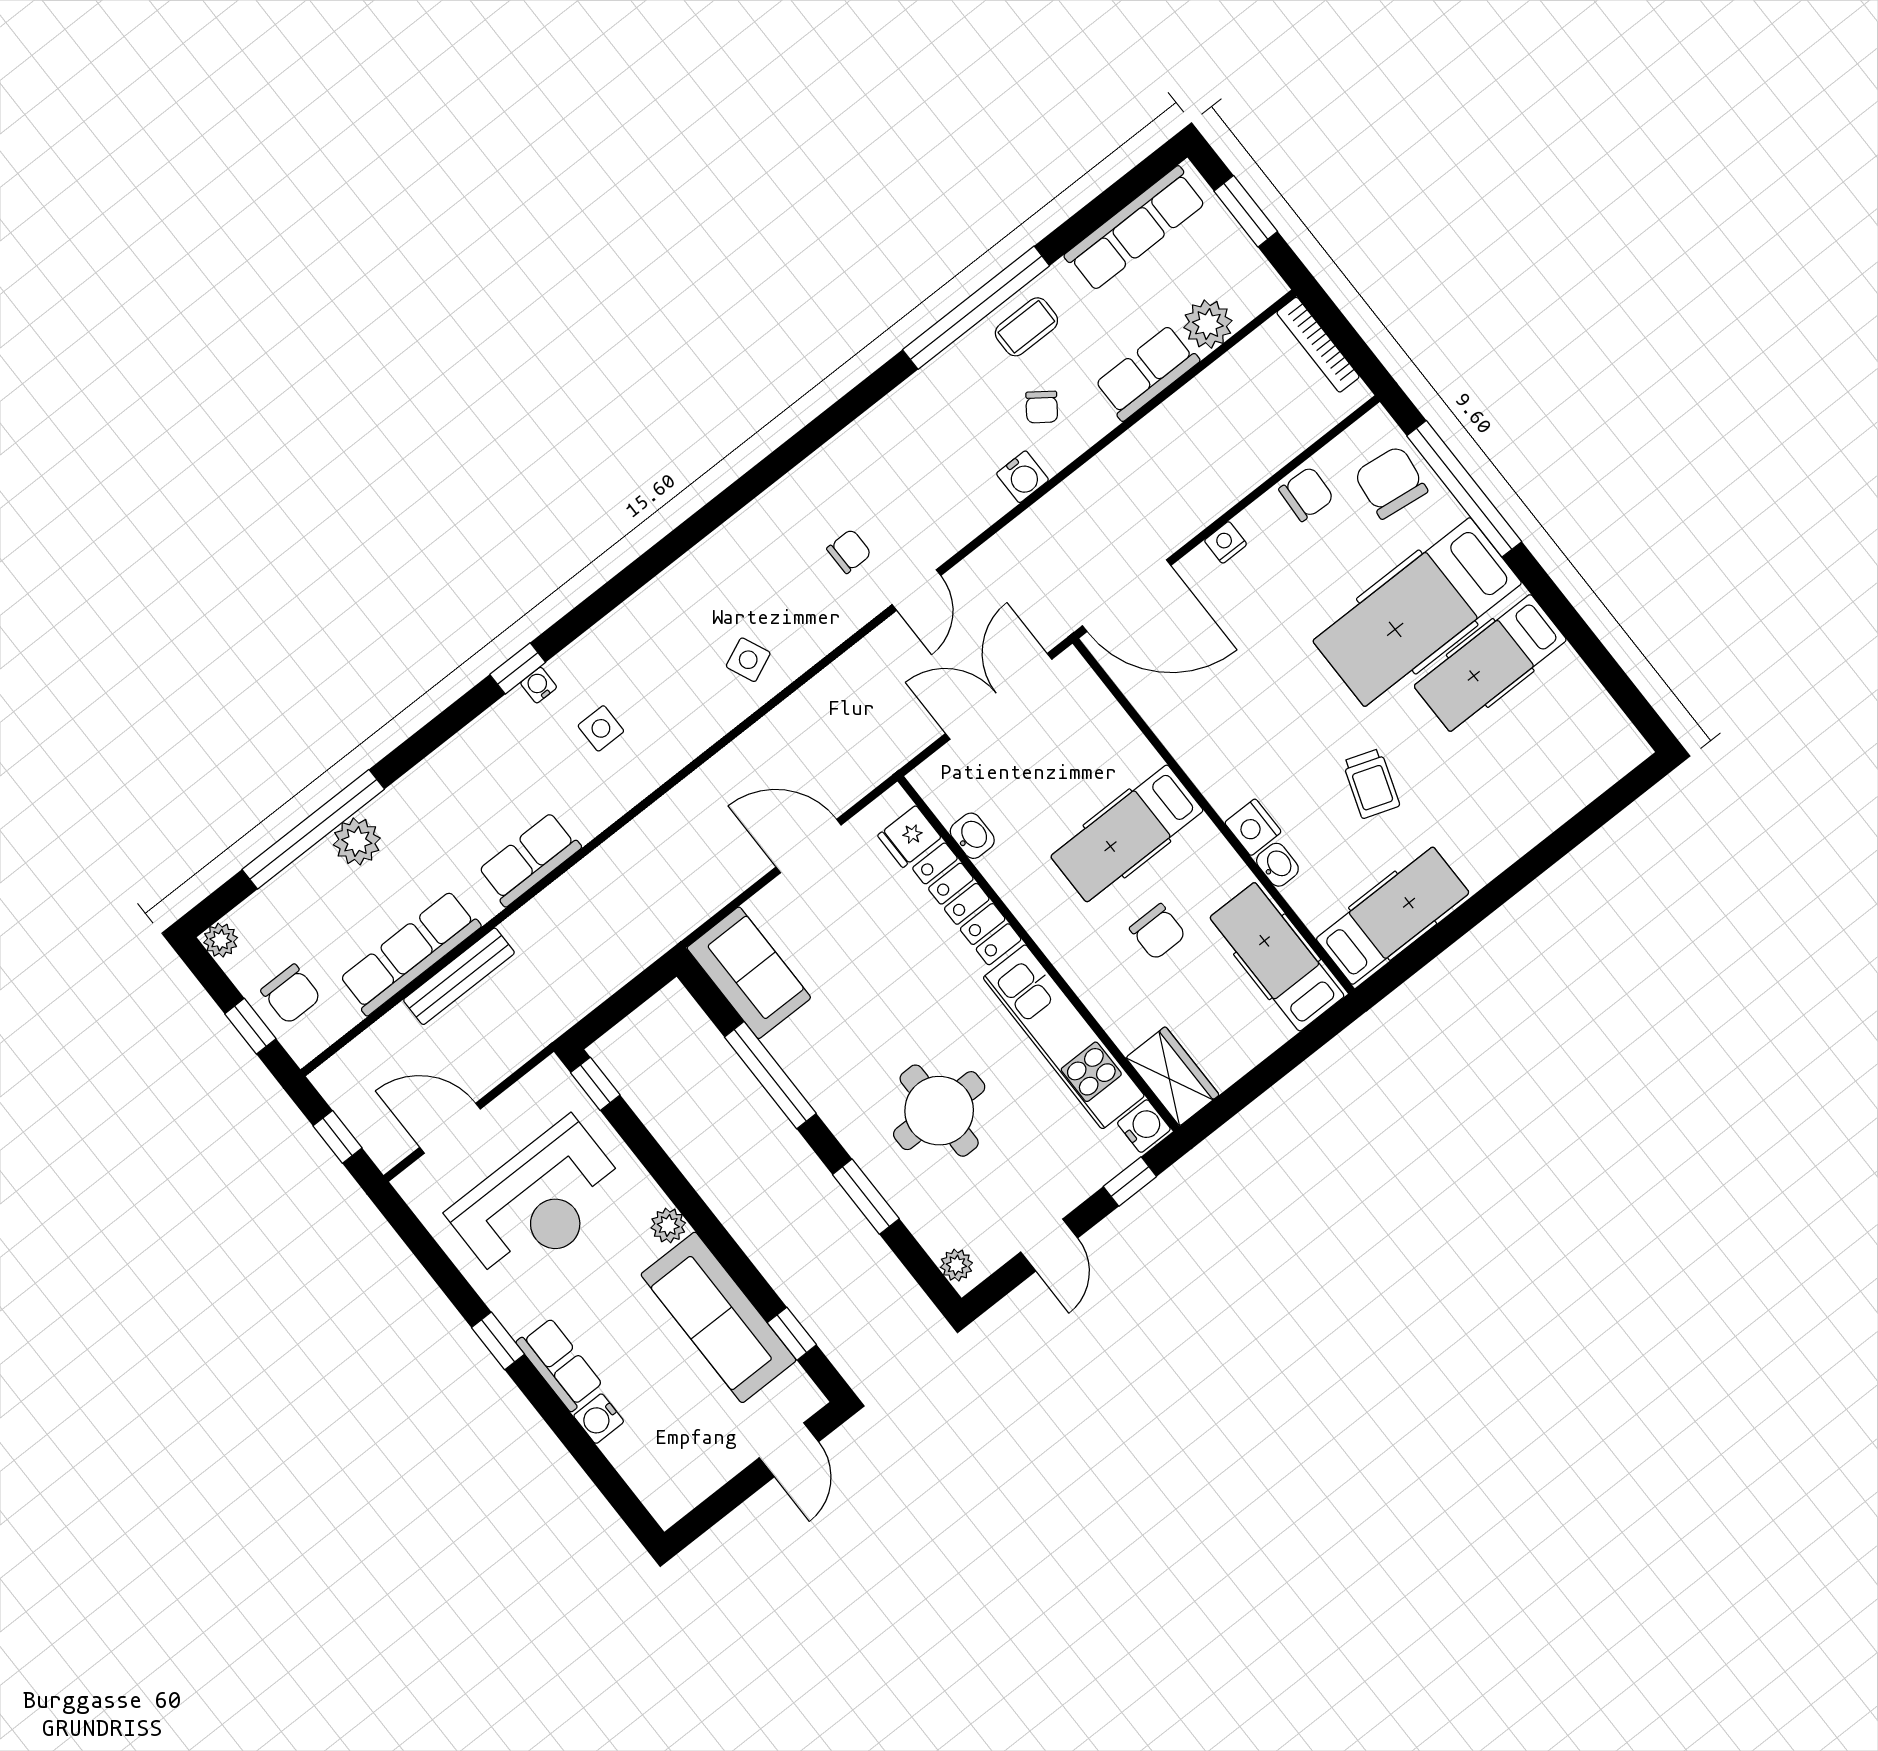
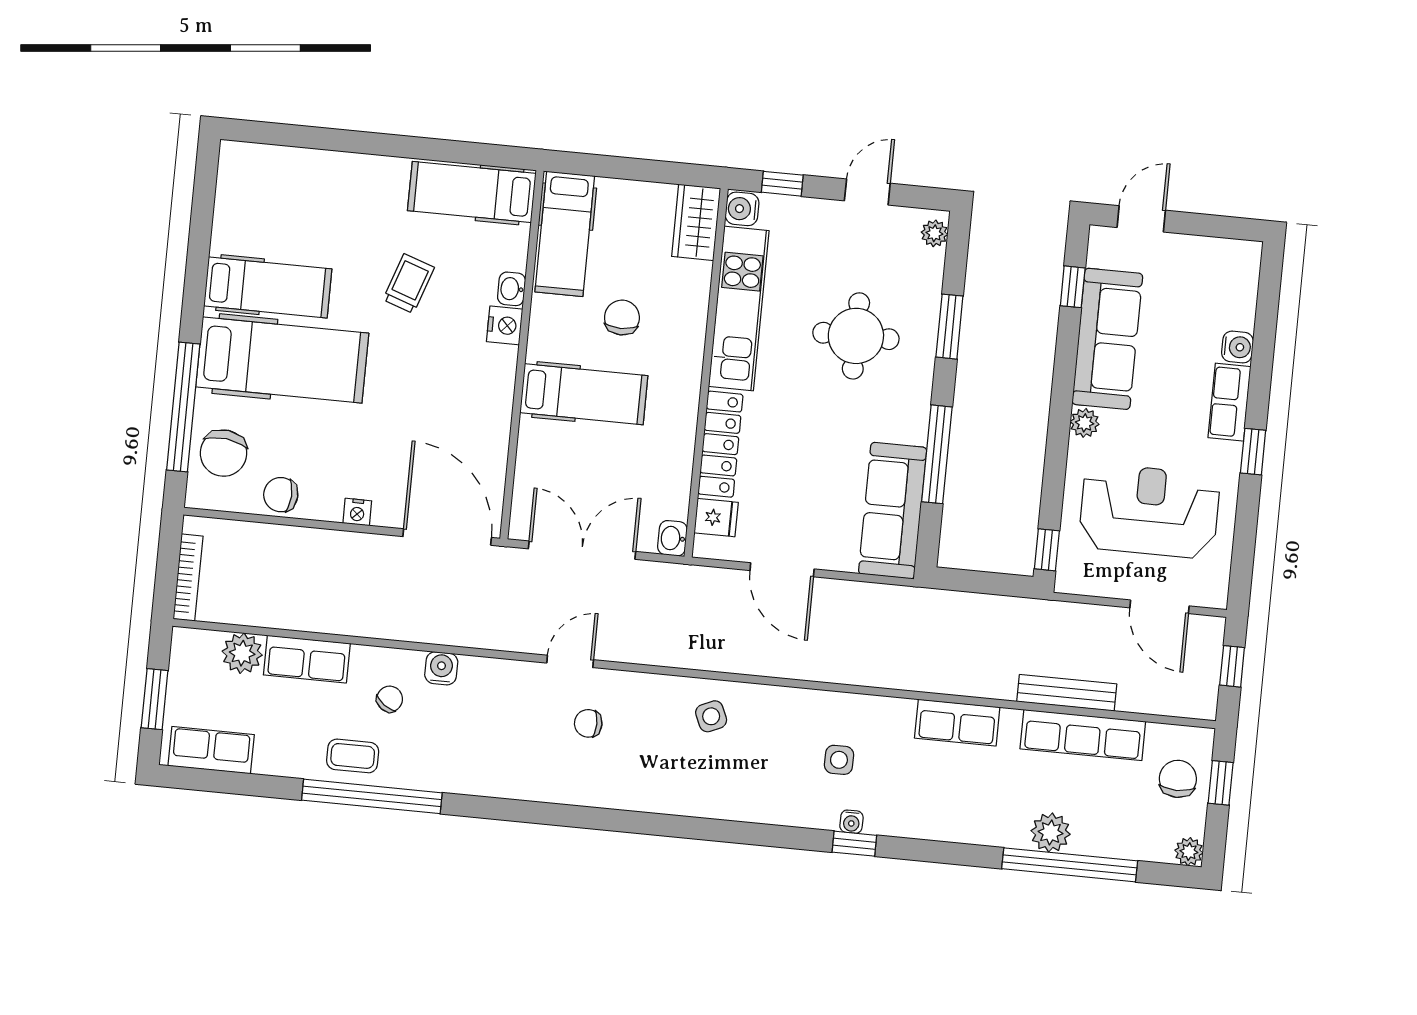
row of seats: (1135, 229) -> (211, 750), width x0.68
double door: (999, 696) -> (582, 550), swing flipped
washbasin: (972, 836) -> (672, 538), moved
sofa: (749, 973) -> (893, 511), width x1.36

